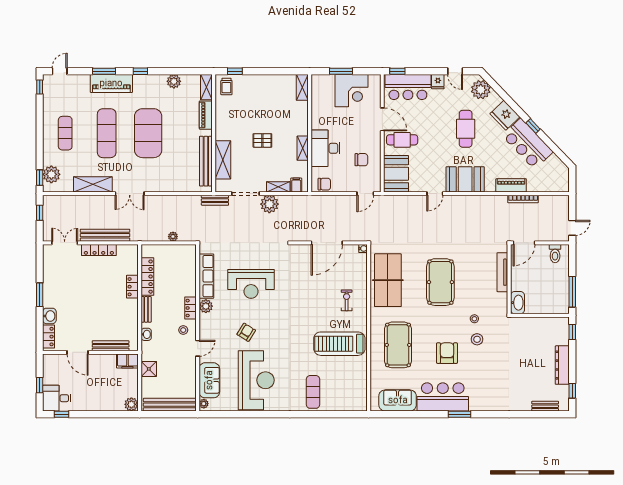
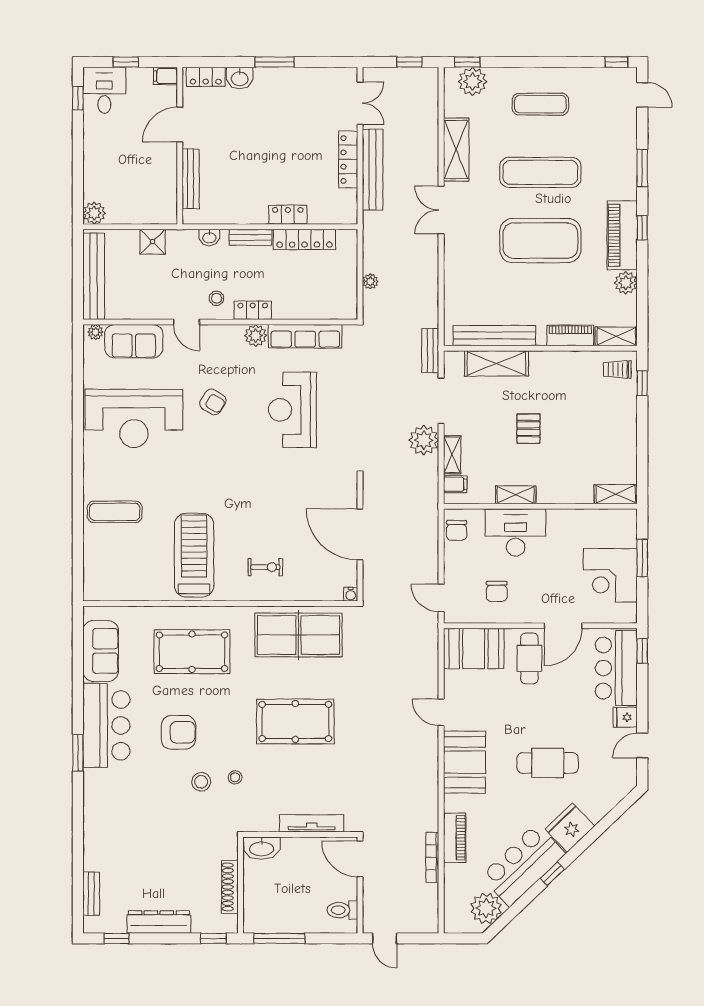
piano: (111, 83) -> (622, 235), moved
plant: (481, 90) -> (486, 908), moved
shoe rack: (541, 322) -> (230, 887), added
filing cabinet: (127, 361) -> (166, 76), moved, width x0.50

